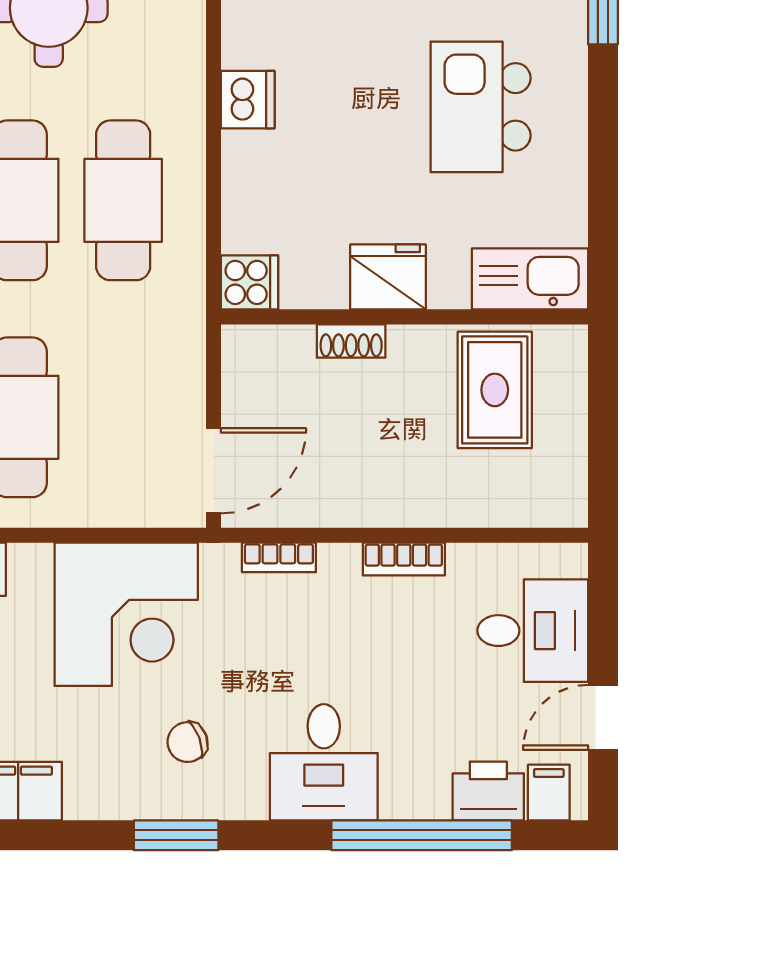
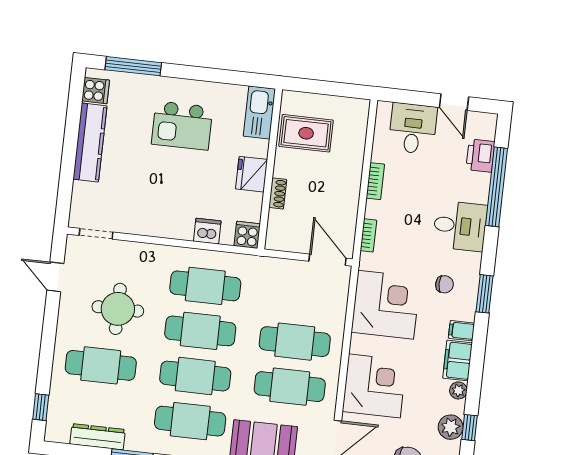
dishwasher: (248, 100) -> (207, 231), moved
chair: (188, 742) -> (444, 284), turned -70
filing cabinet: (549, 793) -> (462, 331), moved

